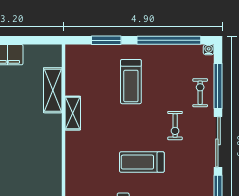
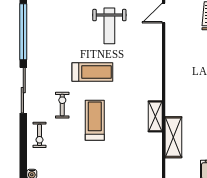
treadmill: (131, 82) -> (95, 120), moved
window: (218, 86) -> (23, 141), removed

